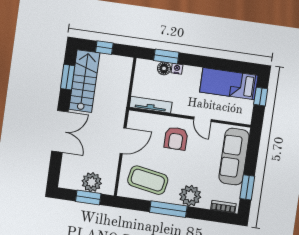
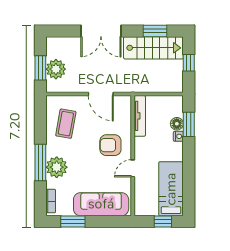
coffee table: (148, 180) -> (66, 124), width x0.73, depth x0.76
window: (168, 209) -> (40, 163), moved

